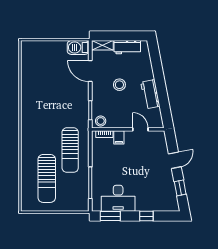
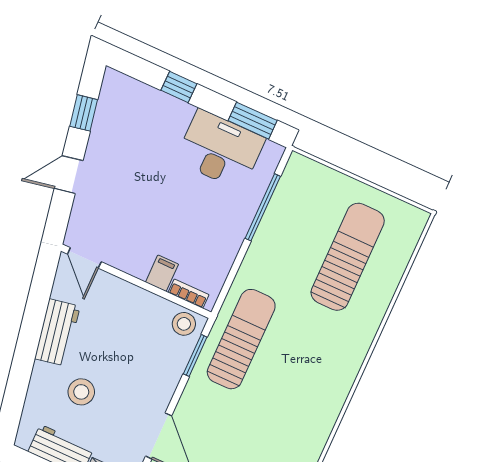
stool: (119, 85) -> (81, 392), moved
door: (140, 129) -> (84, 258), moved
sun lounger: (70, 150) -> (241, 339), moved

